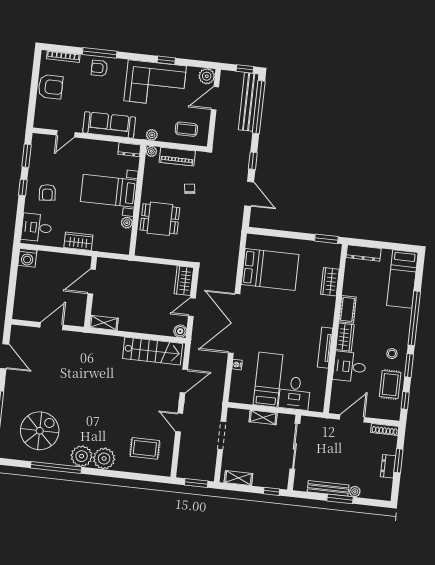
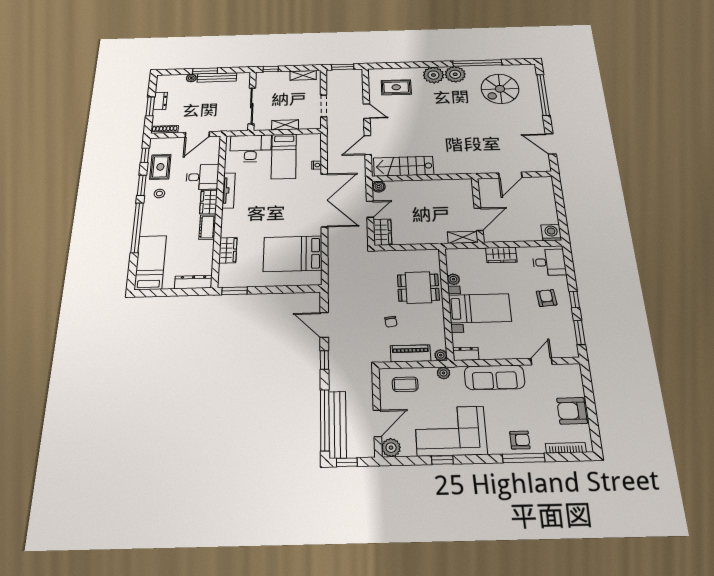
shelving: (104, 323) -> (463, 237), moved
desk: (295, 393) -> (251, 148), width x1.37

